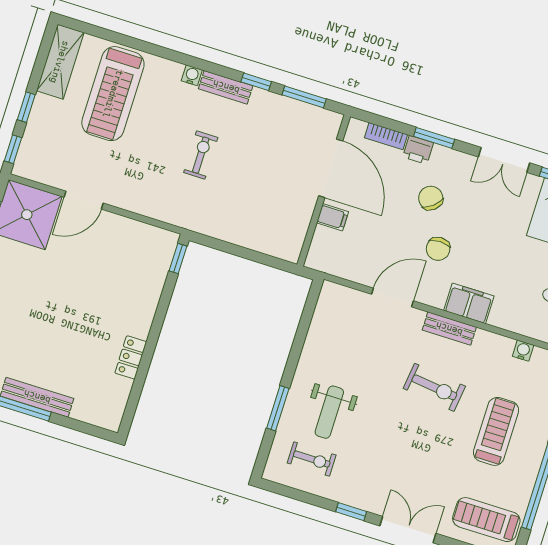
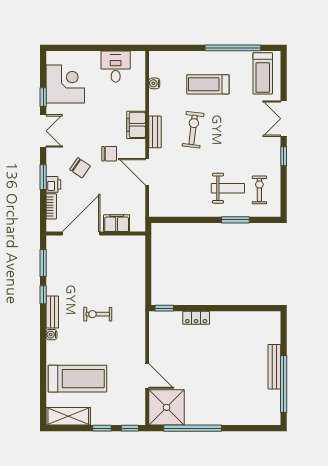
chair: (431, 198) -> (80, 168), turned -106
filing cabinet: (333, 217) -> (117, 223), width x2.00
locker: (131, 357) -> (196, 318), moved

